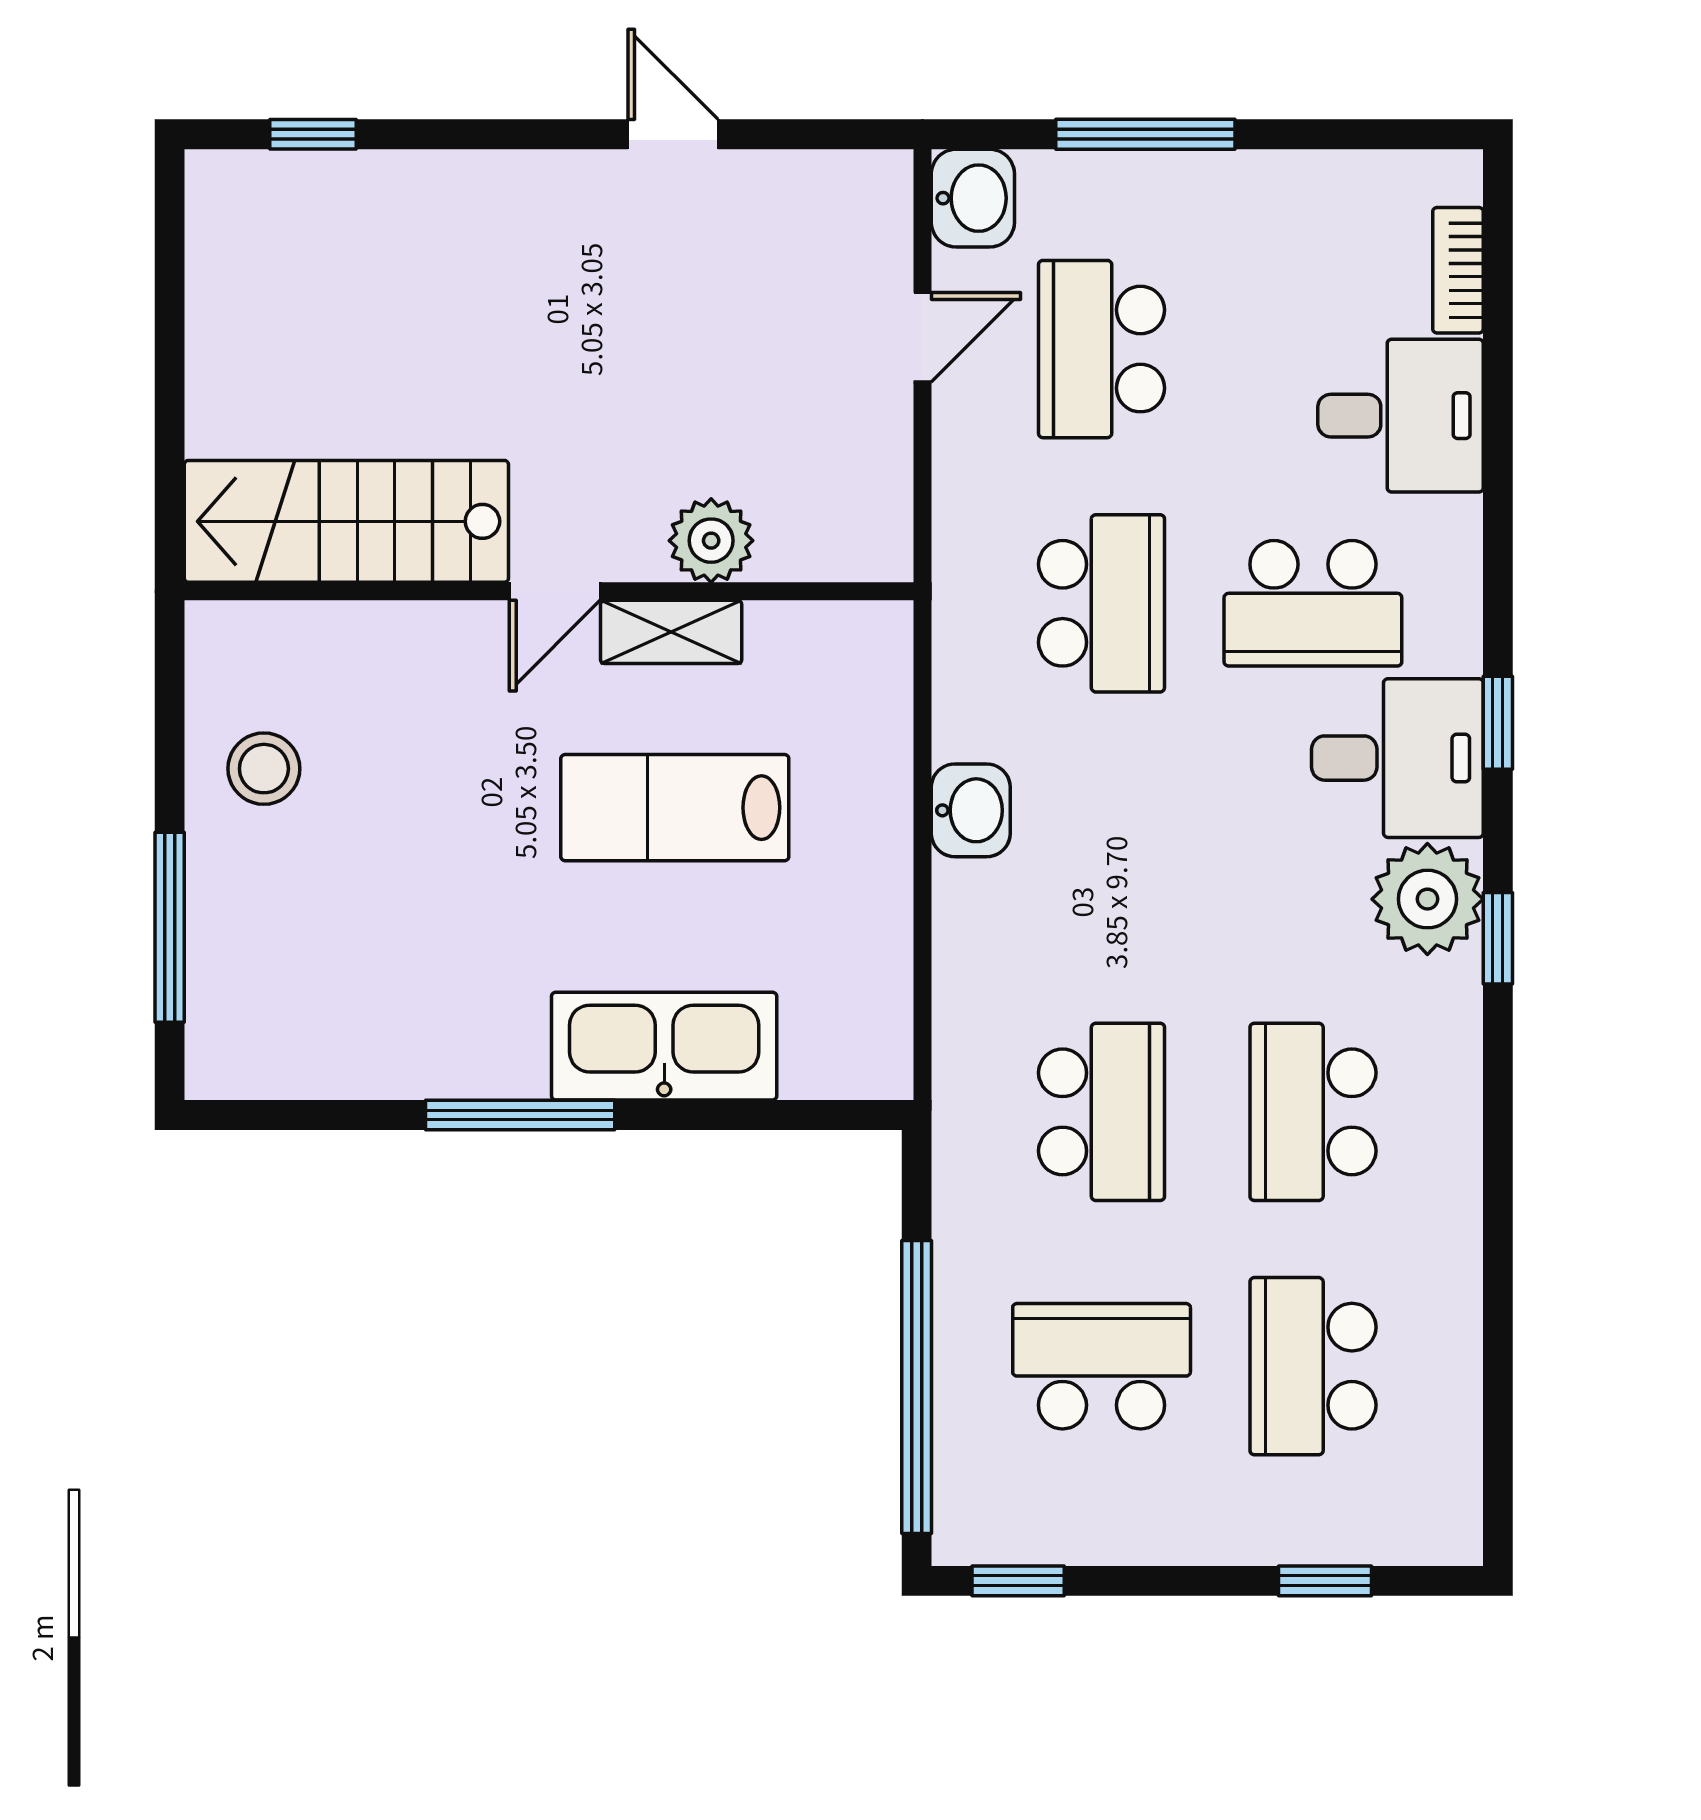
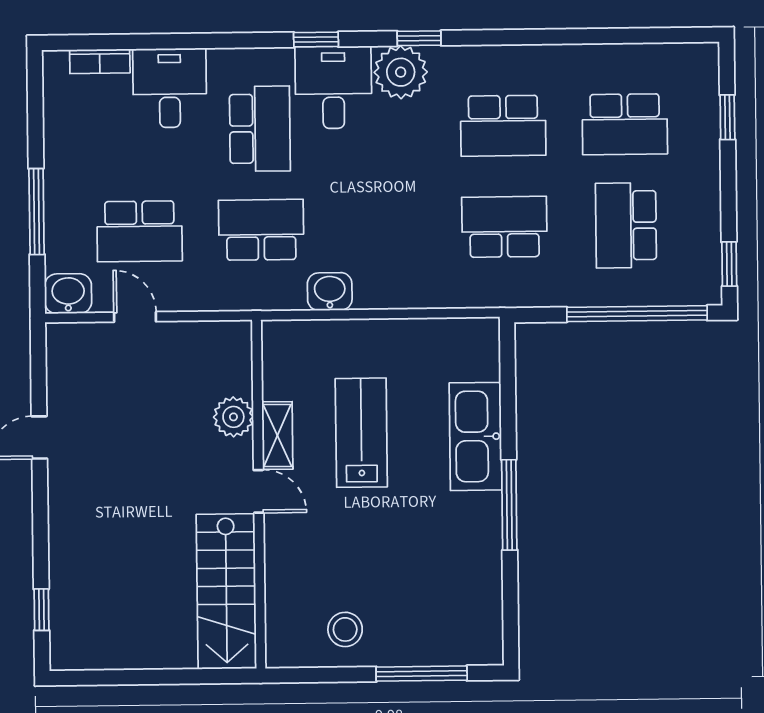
lab bench: (675, 808) -> (361, 433), turned 180
washbasin: (971, 810) -> (330, 292), moved

